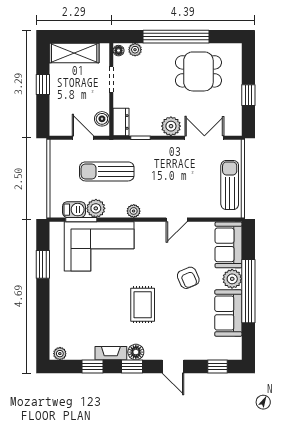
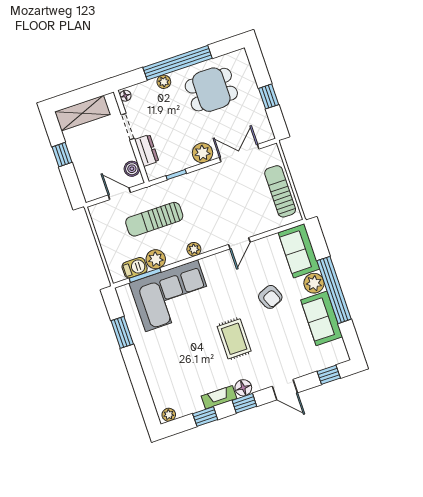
plant: (135, 50) -> (164, 82), moved
dresser: (121, 122) -> (147, 150), moved

